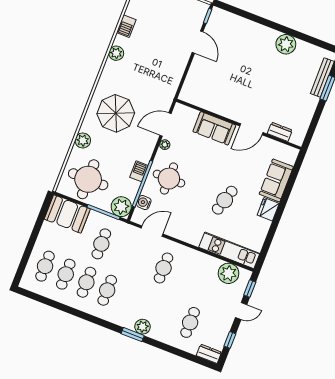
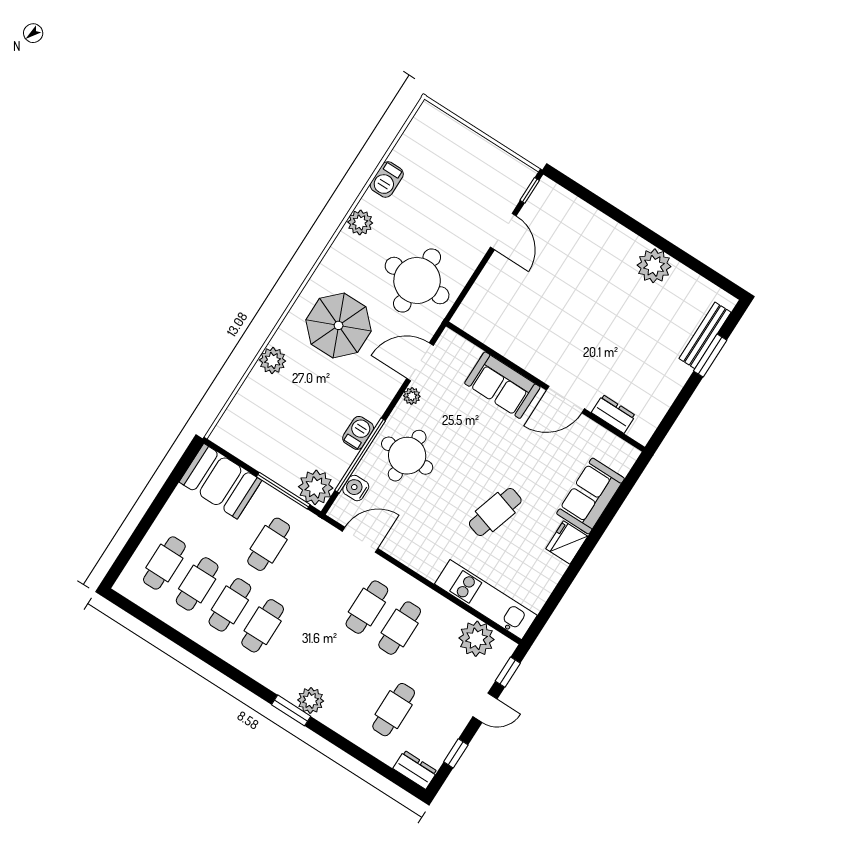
round table: (88, 179) -> (417, 280), moved
cafe table: (184, 276) -> (400, 628), added

